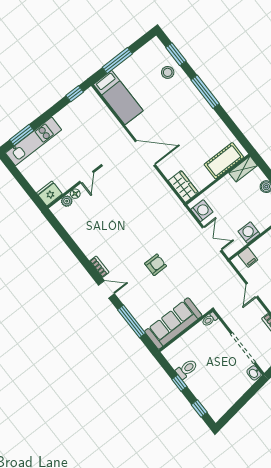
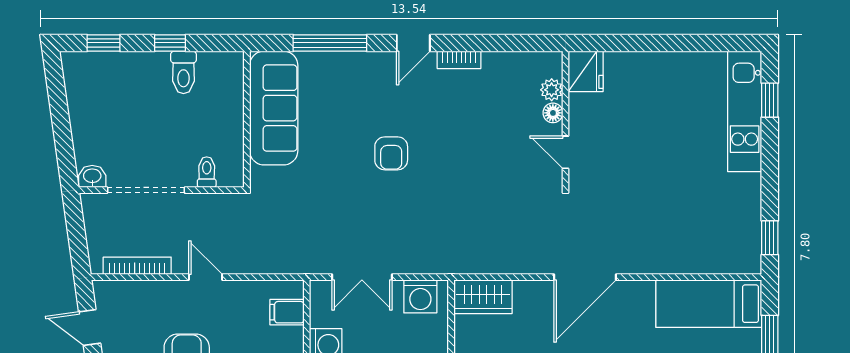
window: (22, 135) -> (770, 100), width x0.67
door: (87, 177) -> (565, 152), moved
wall: (74, 187) -> (565, 119), moved
fridge: (49, 194) -> (586, 71), moved
floor lamp: (75, 194) -> (553, 113), moved
plant: (67, 201) -> (552, 90), moved
door: (252, 290) -> (205, 277), moved
toilet: (210, 319) -> (207, 172), moved

